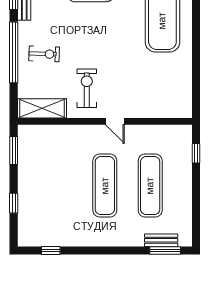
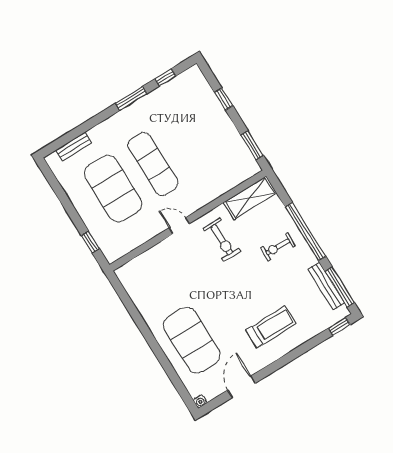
exercise mat: (150, 186) -> (113, 189), width x1.47
window: (165, 251) -> (131, 98), moved

